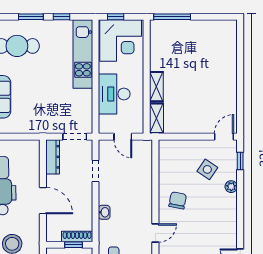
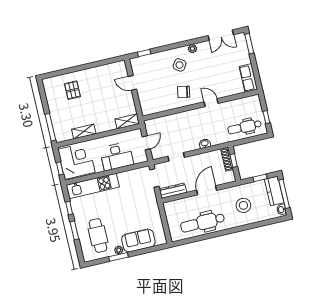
pallet: (213, 57) -> (72, 90), added
shelving: (156, 87) -> (84, 131), moved
door: (224, 137) -> (132, 83), moved
side table: (207, 169) -> (180, 65), moved
plant: (231, 187) -> (192, 49), moved

